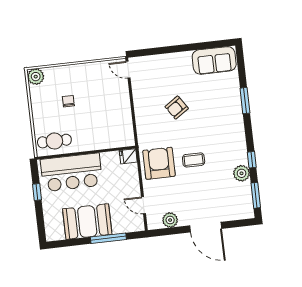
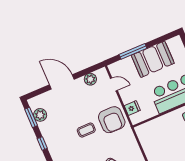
fridge: (128, 156) -> (132, 108), moved
plant: (242, 173) -> (40, 115), moved

